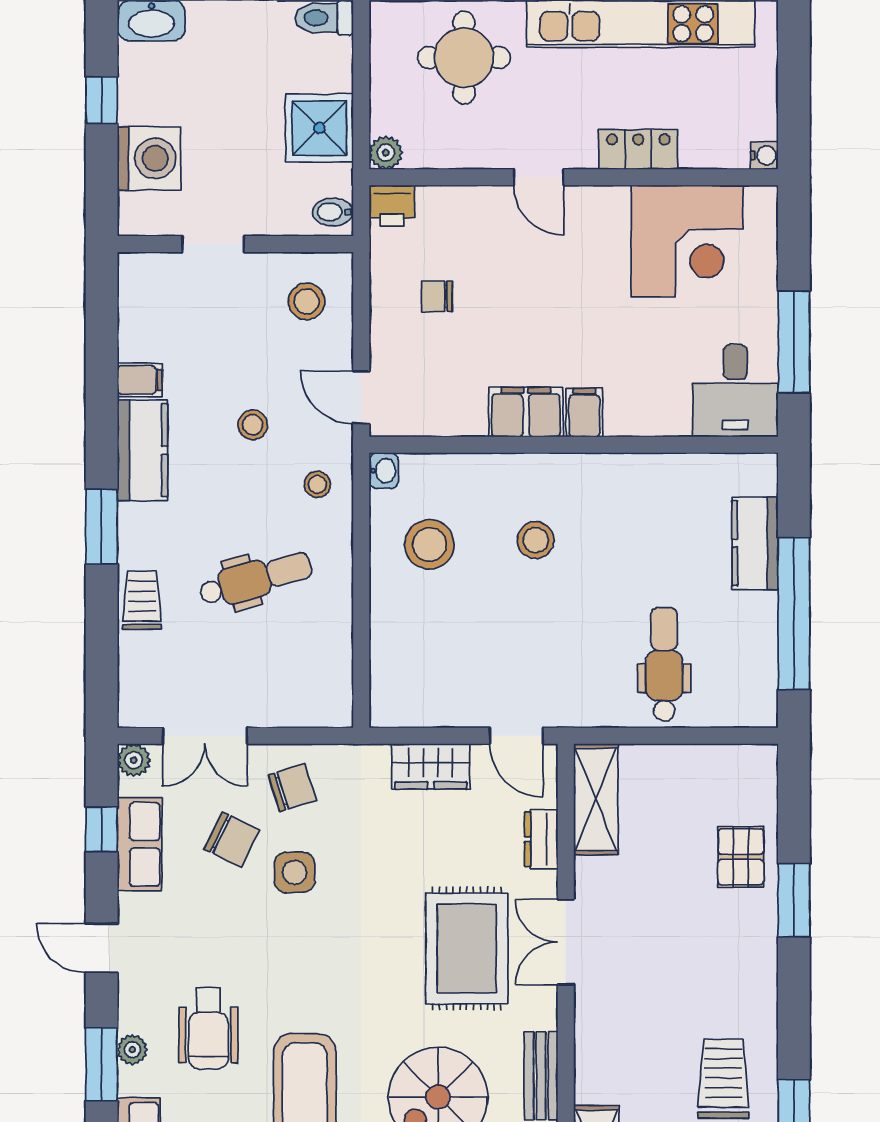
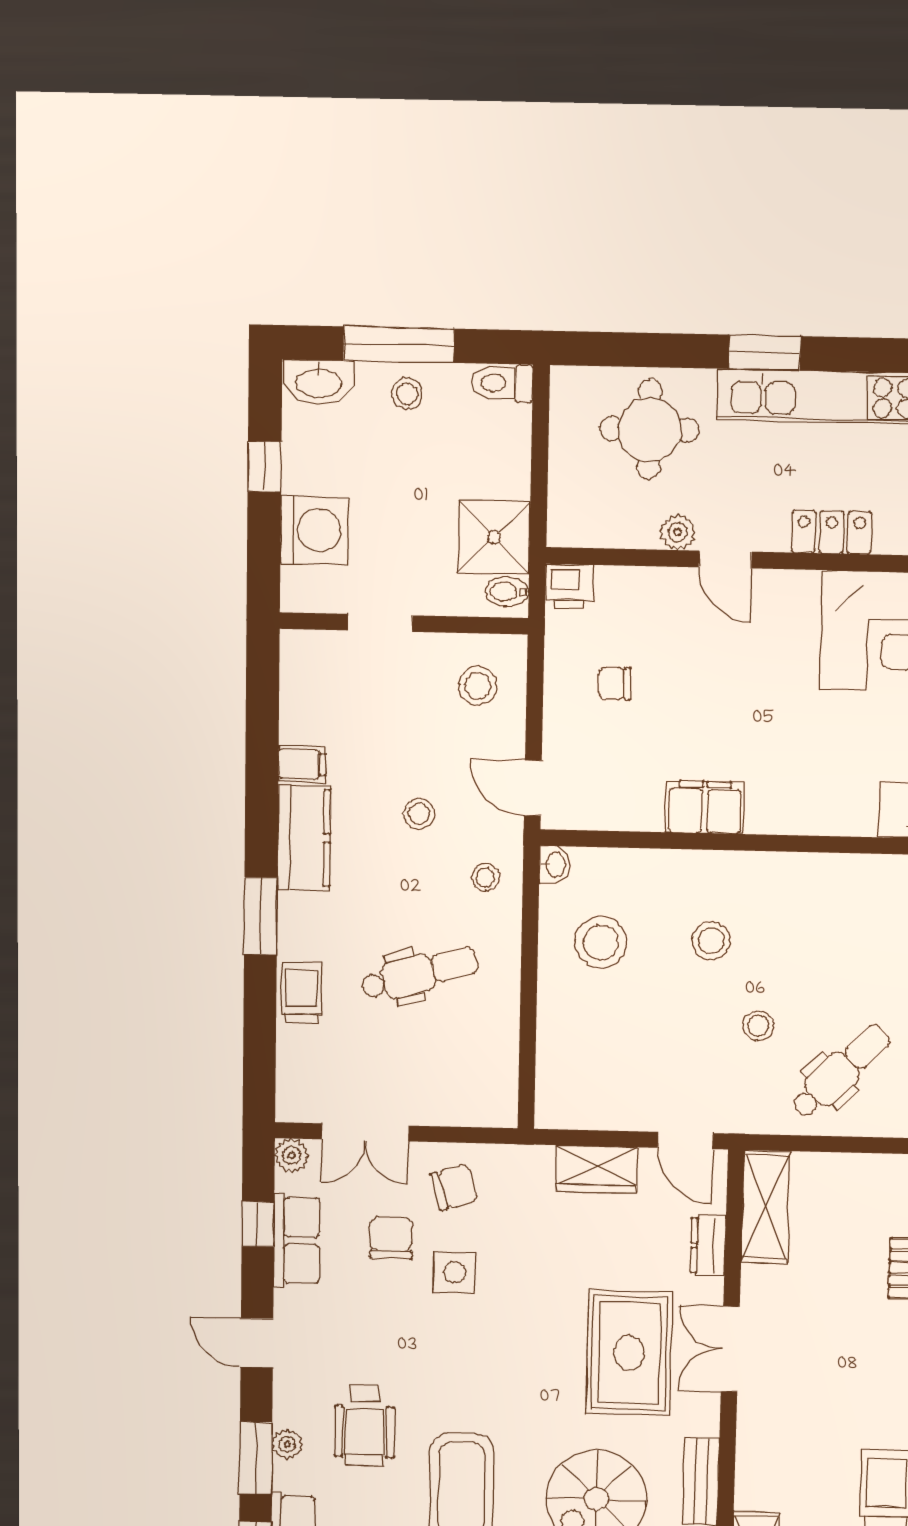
stool: (235, 29) -> (407, 394), added
shower: (319, 128) -> (494, 537), moved
plant: (386, 153) -> (678, 532), moved
filing cabinet: (585, 412) -> (766, 809), removed
stool: (583, 622) -> (758, 1026), added
dental chair: (664, 664) -> (841, 1071), turned 45
chair: (232, 840) -> (391, 1238), turned -116

